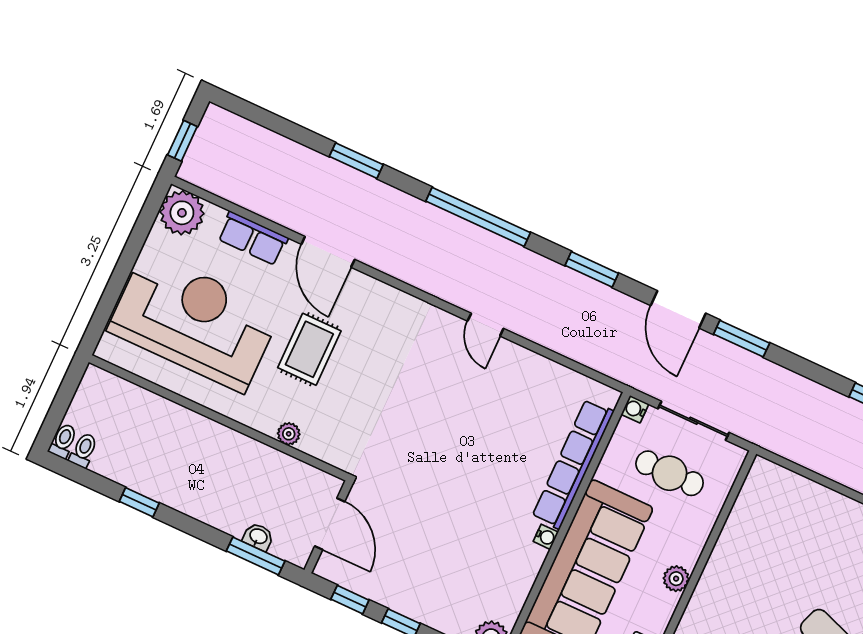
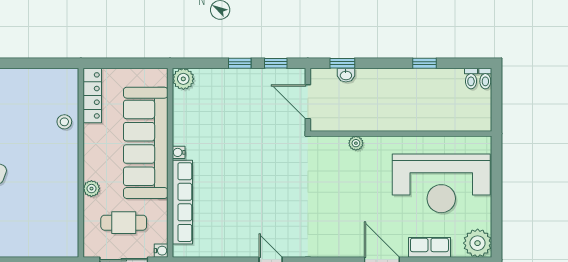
rug: (309, 349) -> (367, 198), removed
window: (256, 556) -> (342, 63), width x0.67
plant: (676, 579) -> (91, 189), moved

